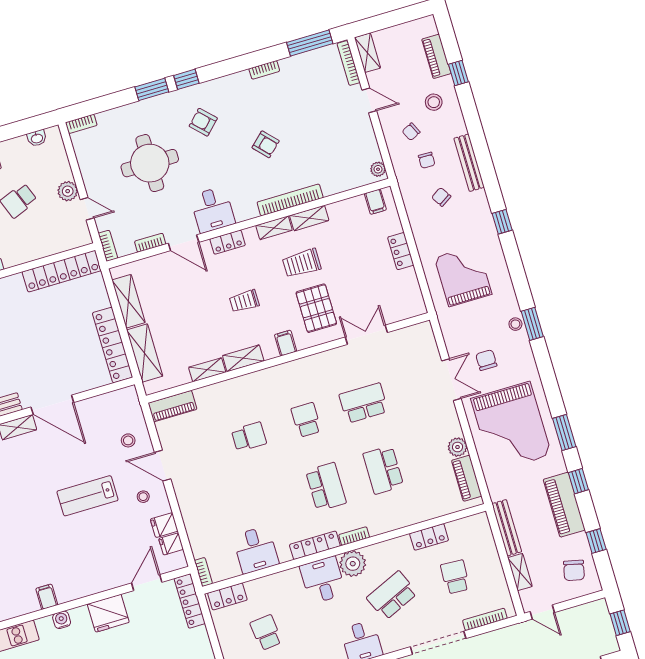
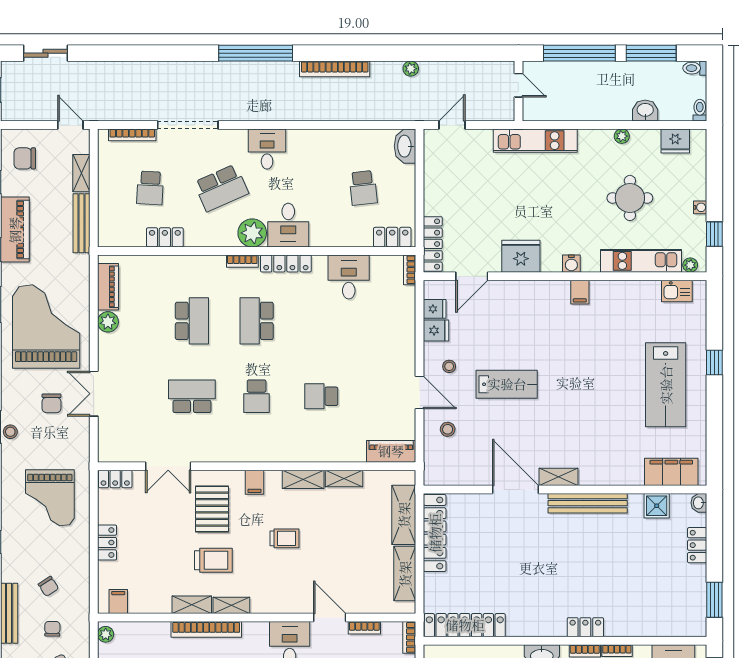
locker: (228, 242) -> (115, 479), moved, turned 180
school desk: (364, 403) -> (192, 396), turned 180
chair: (574, 570) -> (25, 158), turned -103

